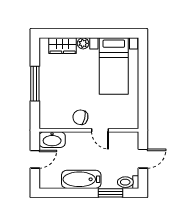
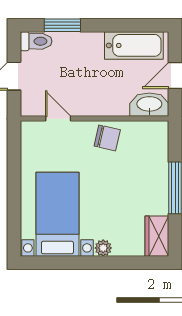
wardrobe: (63, 46) -> (157, 236), moved, turned -90
door: (100, 130) -> (58, 119), moved
bathtub: (81, 179) -> (134, 45), moved

